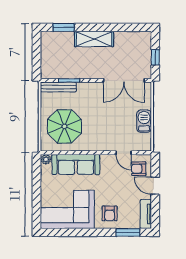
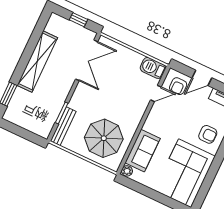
shelving: (94, 39) -> (37, 61), width x1.47
barbecue: (144, 121) -> (153, 68), moved
sofa: (76, 164) -> (143, 151), width x0.73

